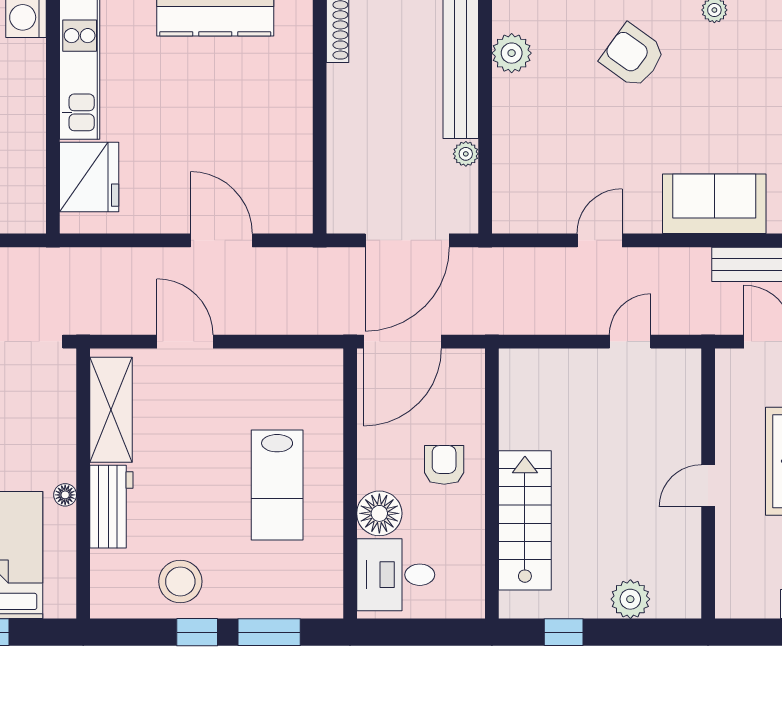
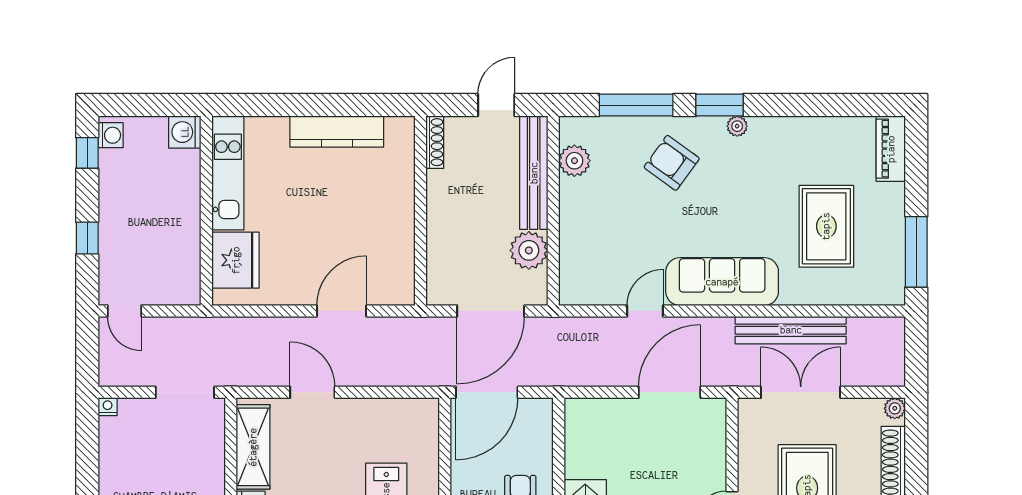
plant: (466, 154) -> (529, 250), width x1.88, depth x1.88
sofa: (714, 204) -> (722, 282), width x1.36
door: (221, 240) -> (342, 311), hinge flipped
door: (630, 342) -> (670, 392), width x1.88

